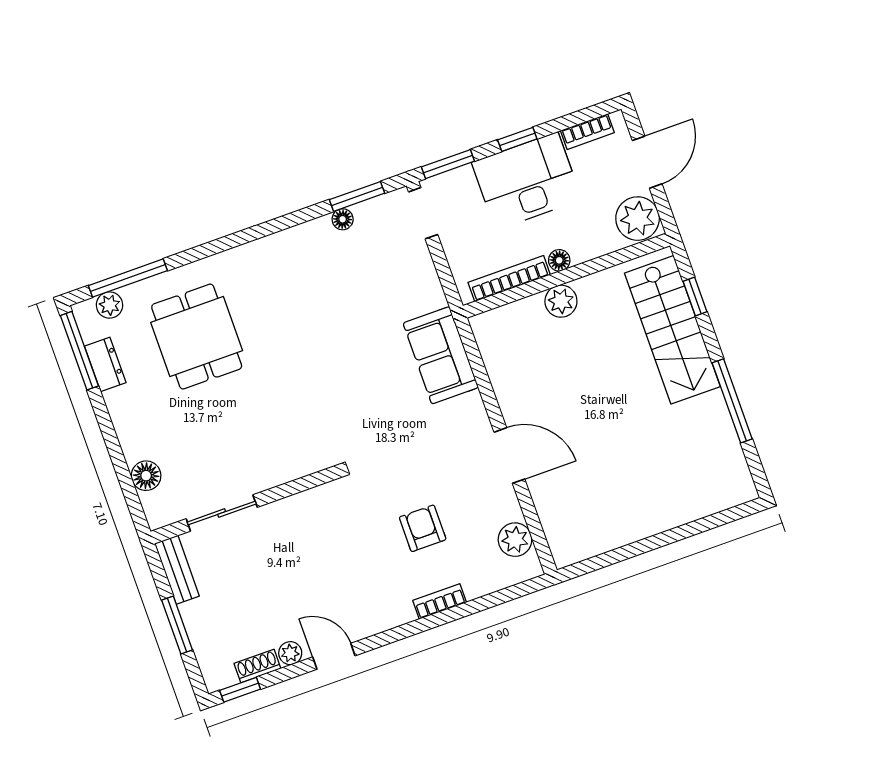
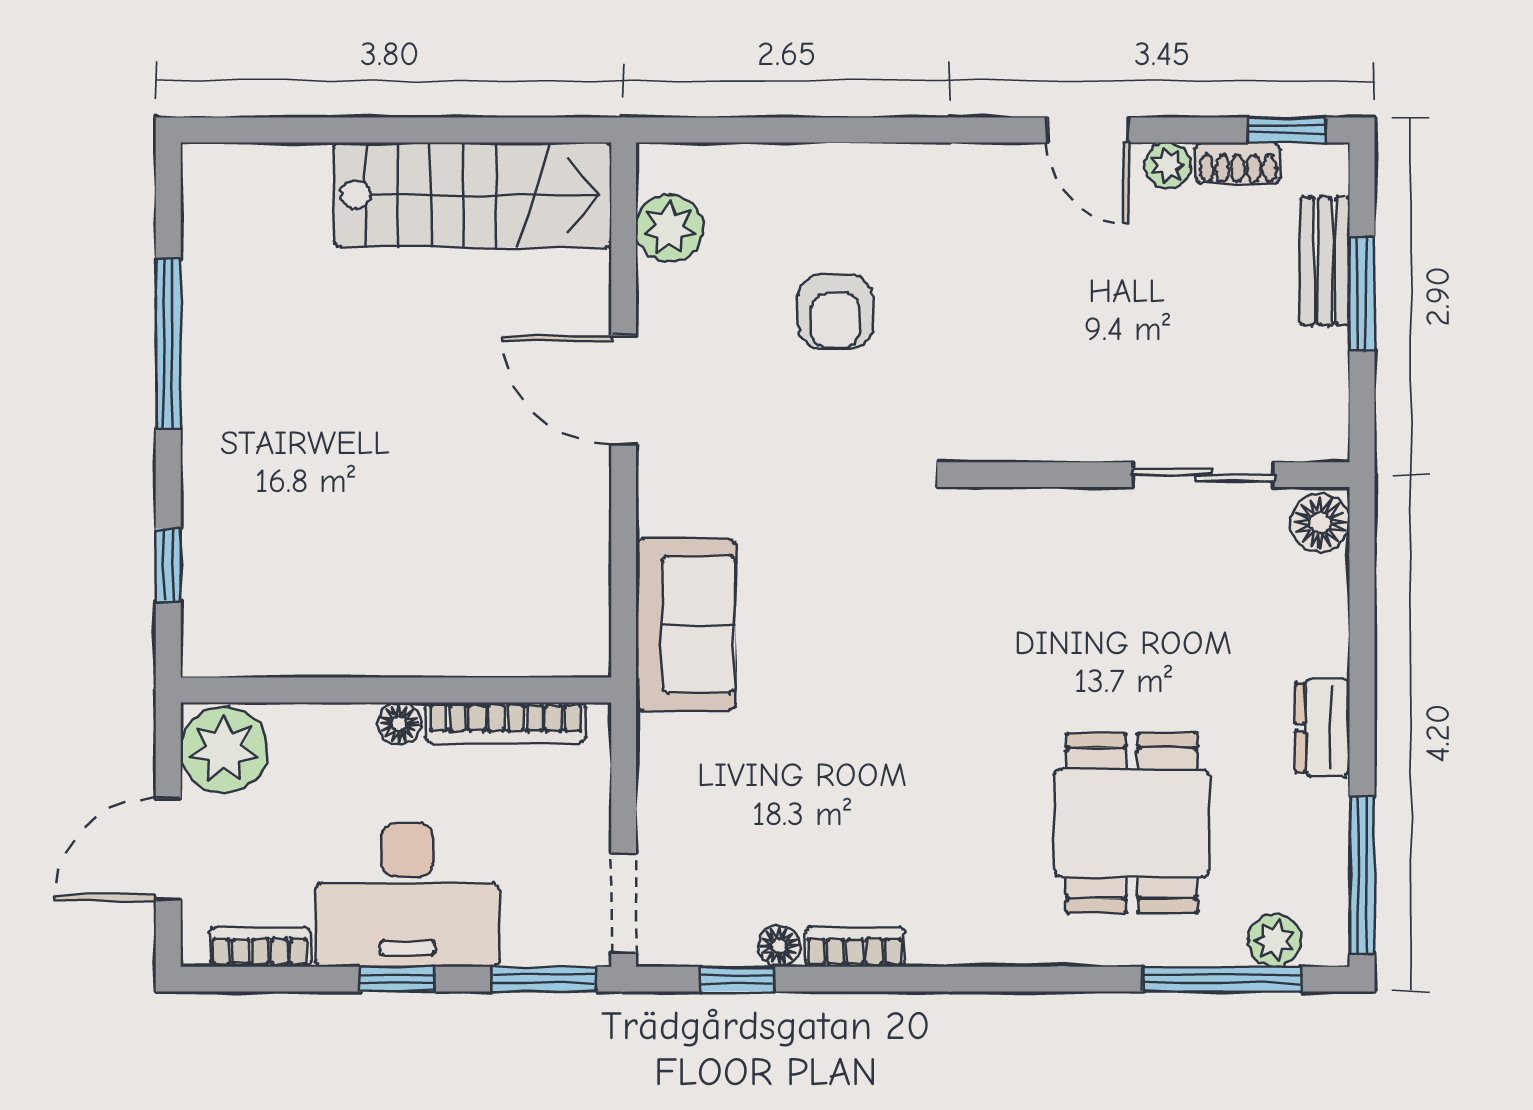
window: (357, 196) -> (737, 979), width x0.67
plant: (561, 301) -> (423, 646), removed
stairs: (672, 330) -> (472, 195), moved, turned 90
dresser: (105, 364) -> (1322, 728), moved
floor lamp: (146, 476) -> (1320, 523), moved
bench: (177, 570) -> (1325, 261), moved
bookcase: (440, 601) -> (855, 947), moved, turned 180

